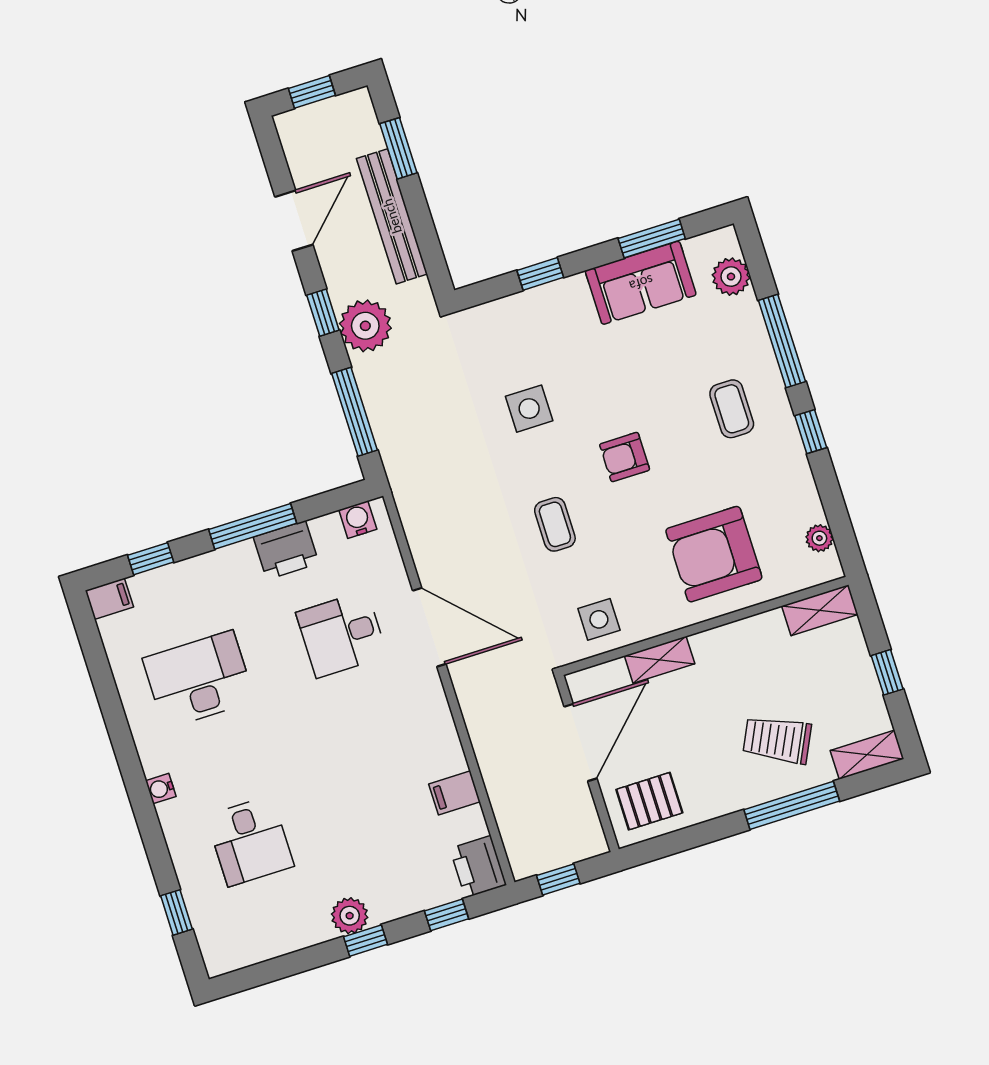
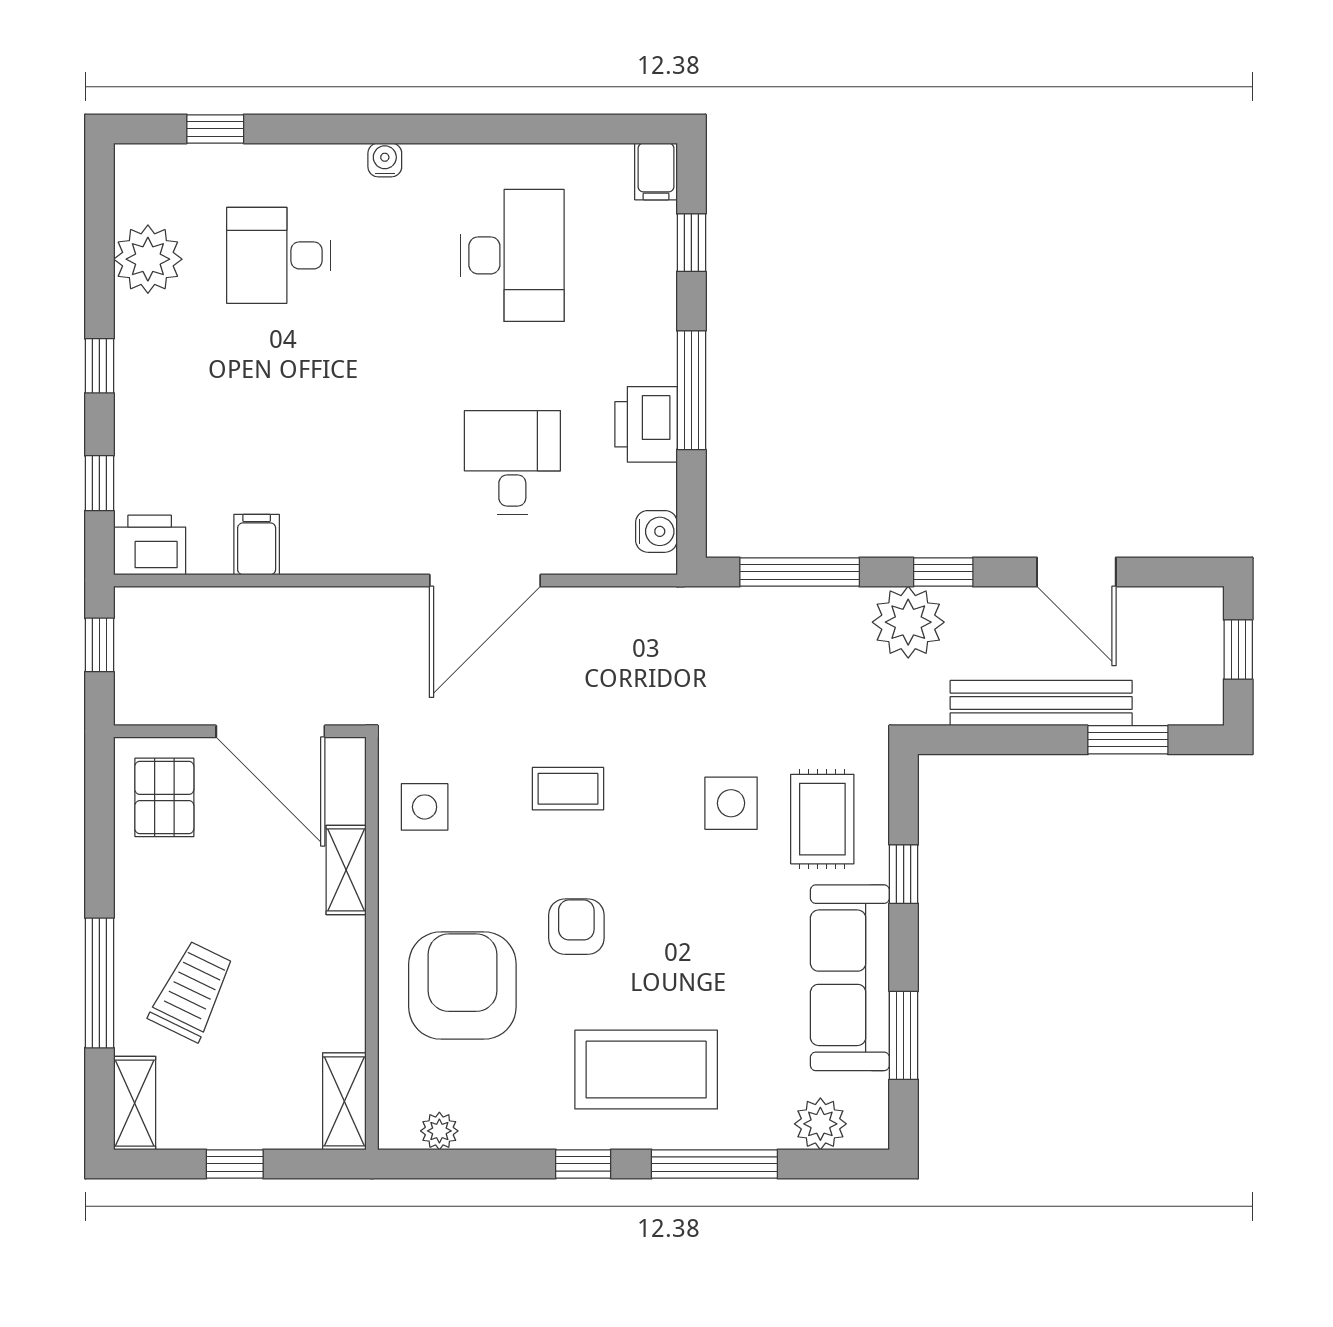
sofa: (641, 283) -> (850, 978), width x1.36
rug: (520, 342) -> (822, 819), added
coffee table: (732, 409) -> (646, 1070), width x1.86, depth x1.72
armchair: (625, 457) -> (576, 927), moved
plant: (350, 916) -> (148, 259), moved, width x1.36, depth x1.36

